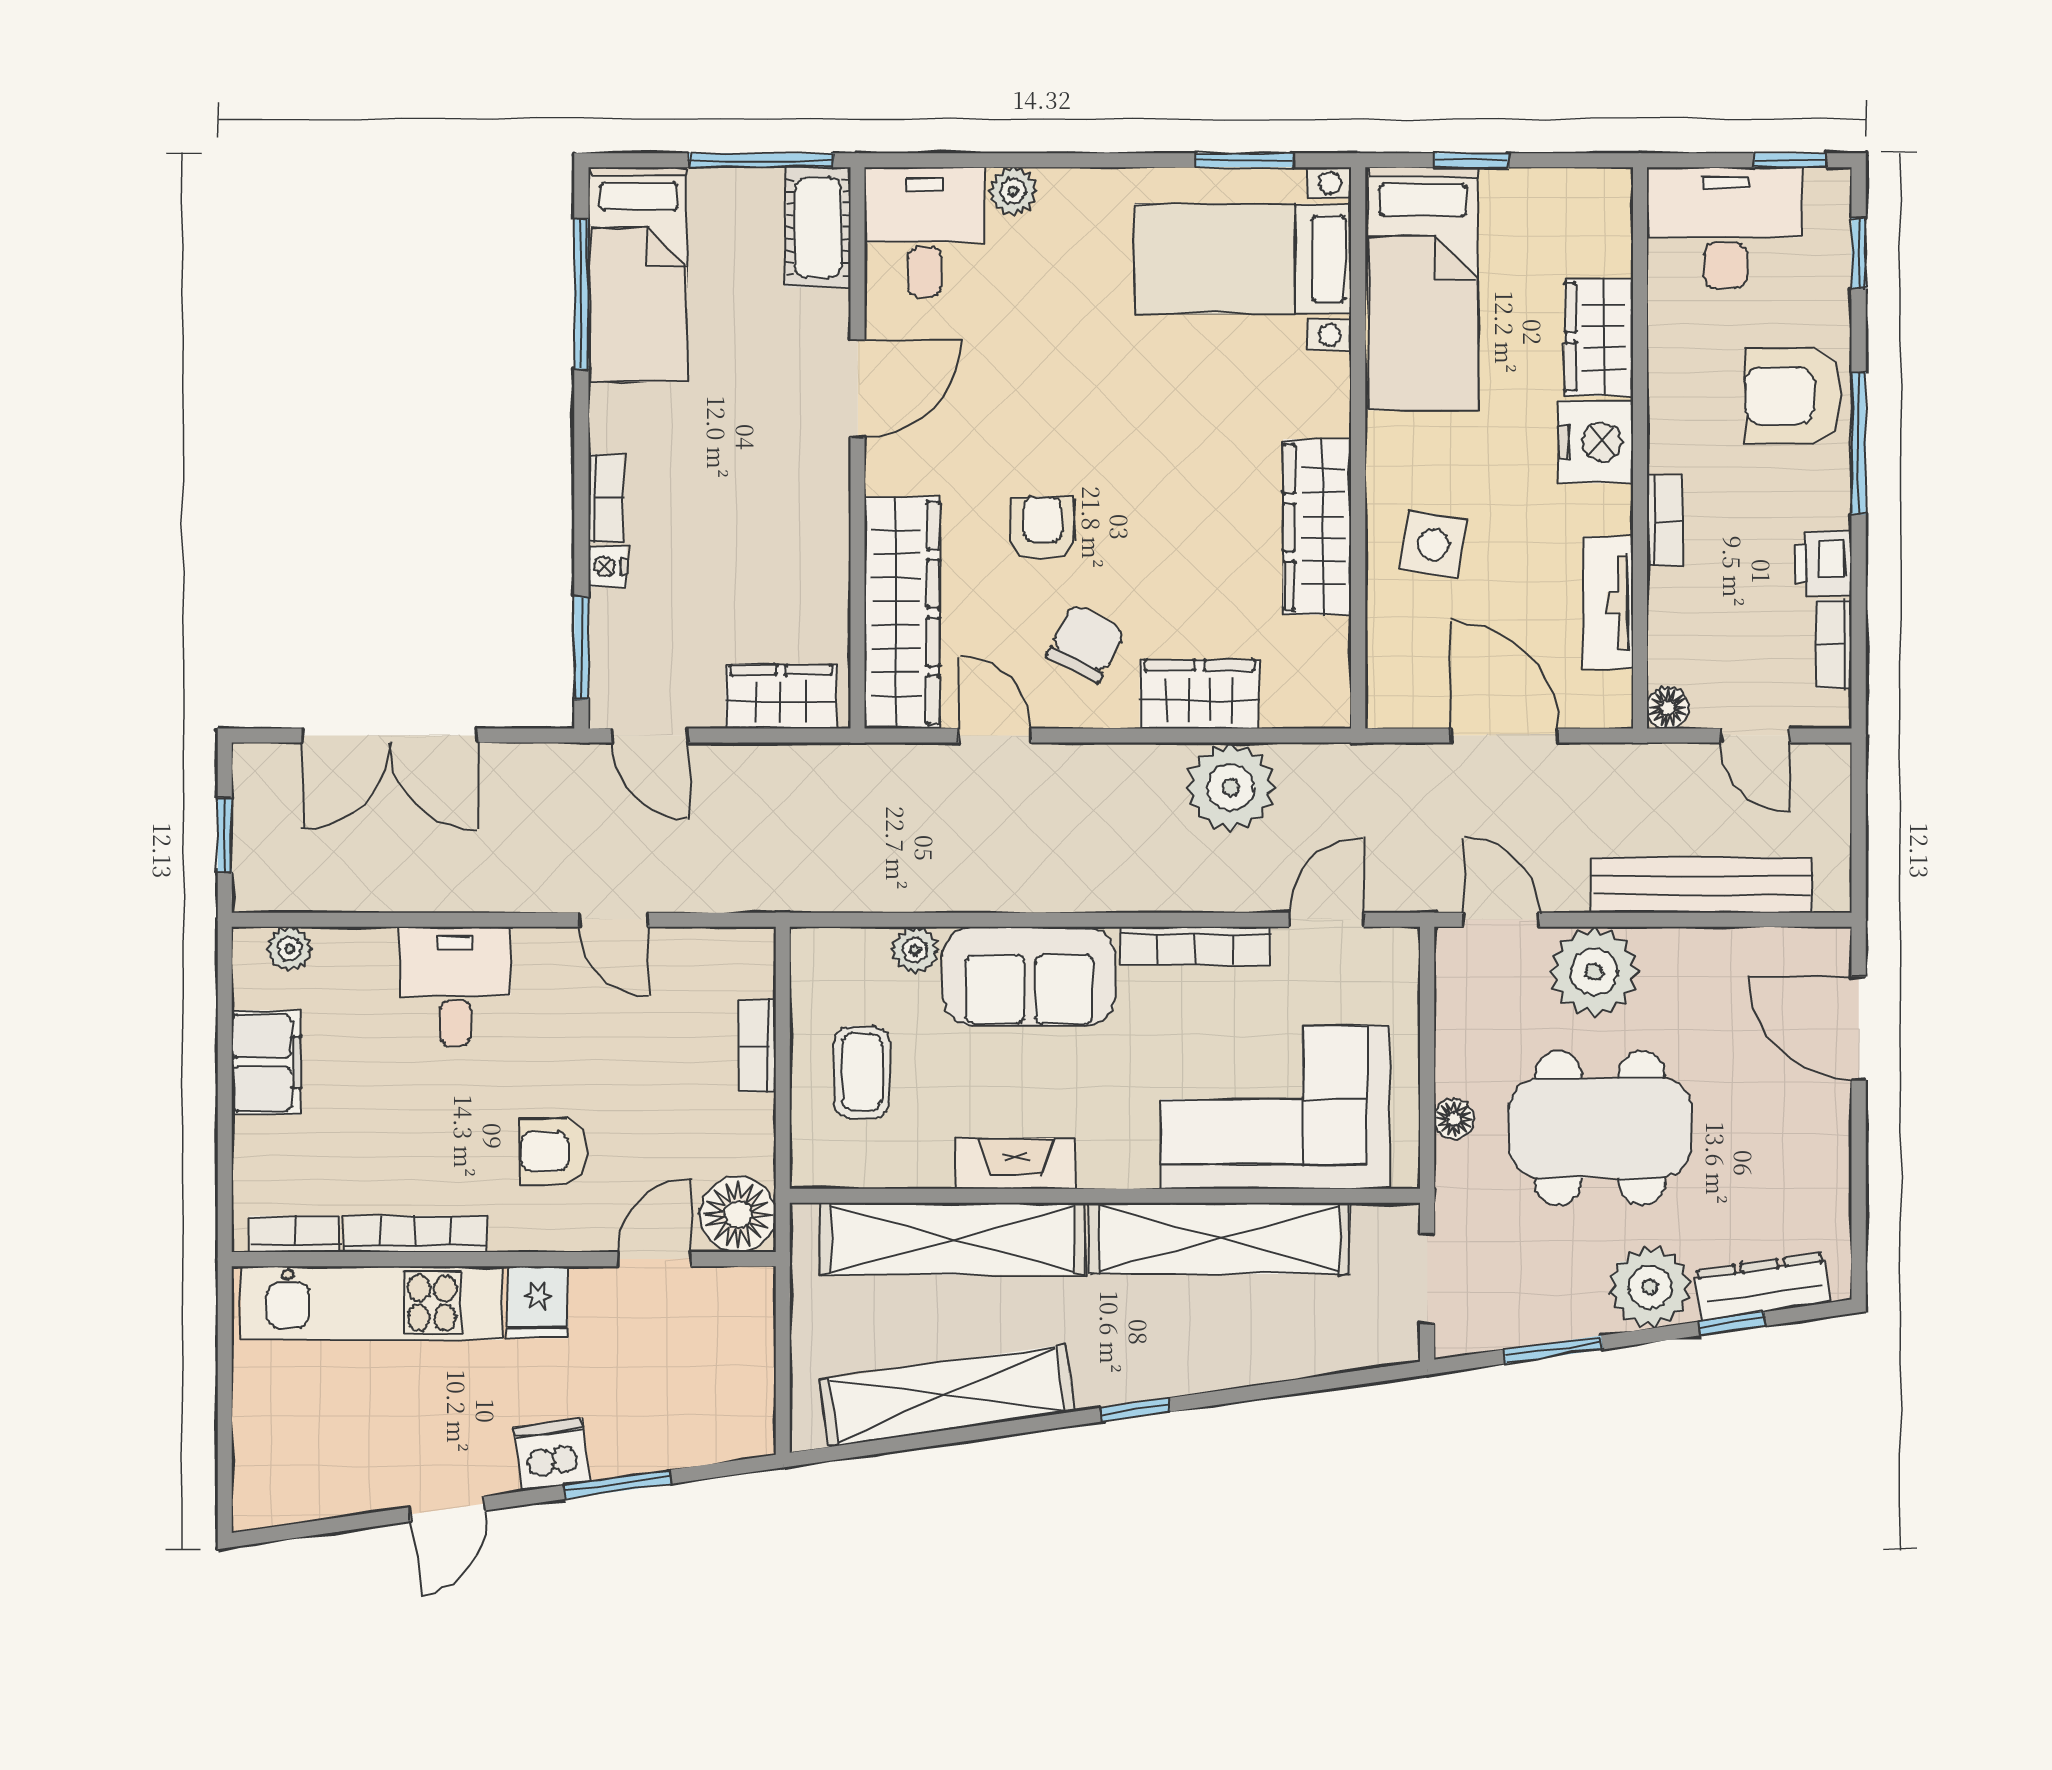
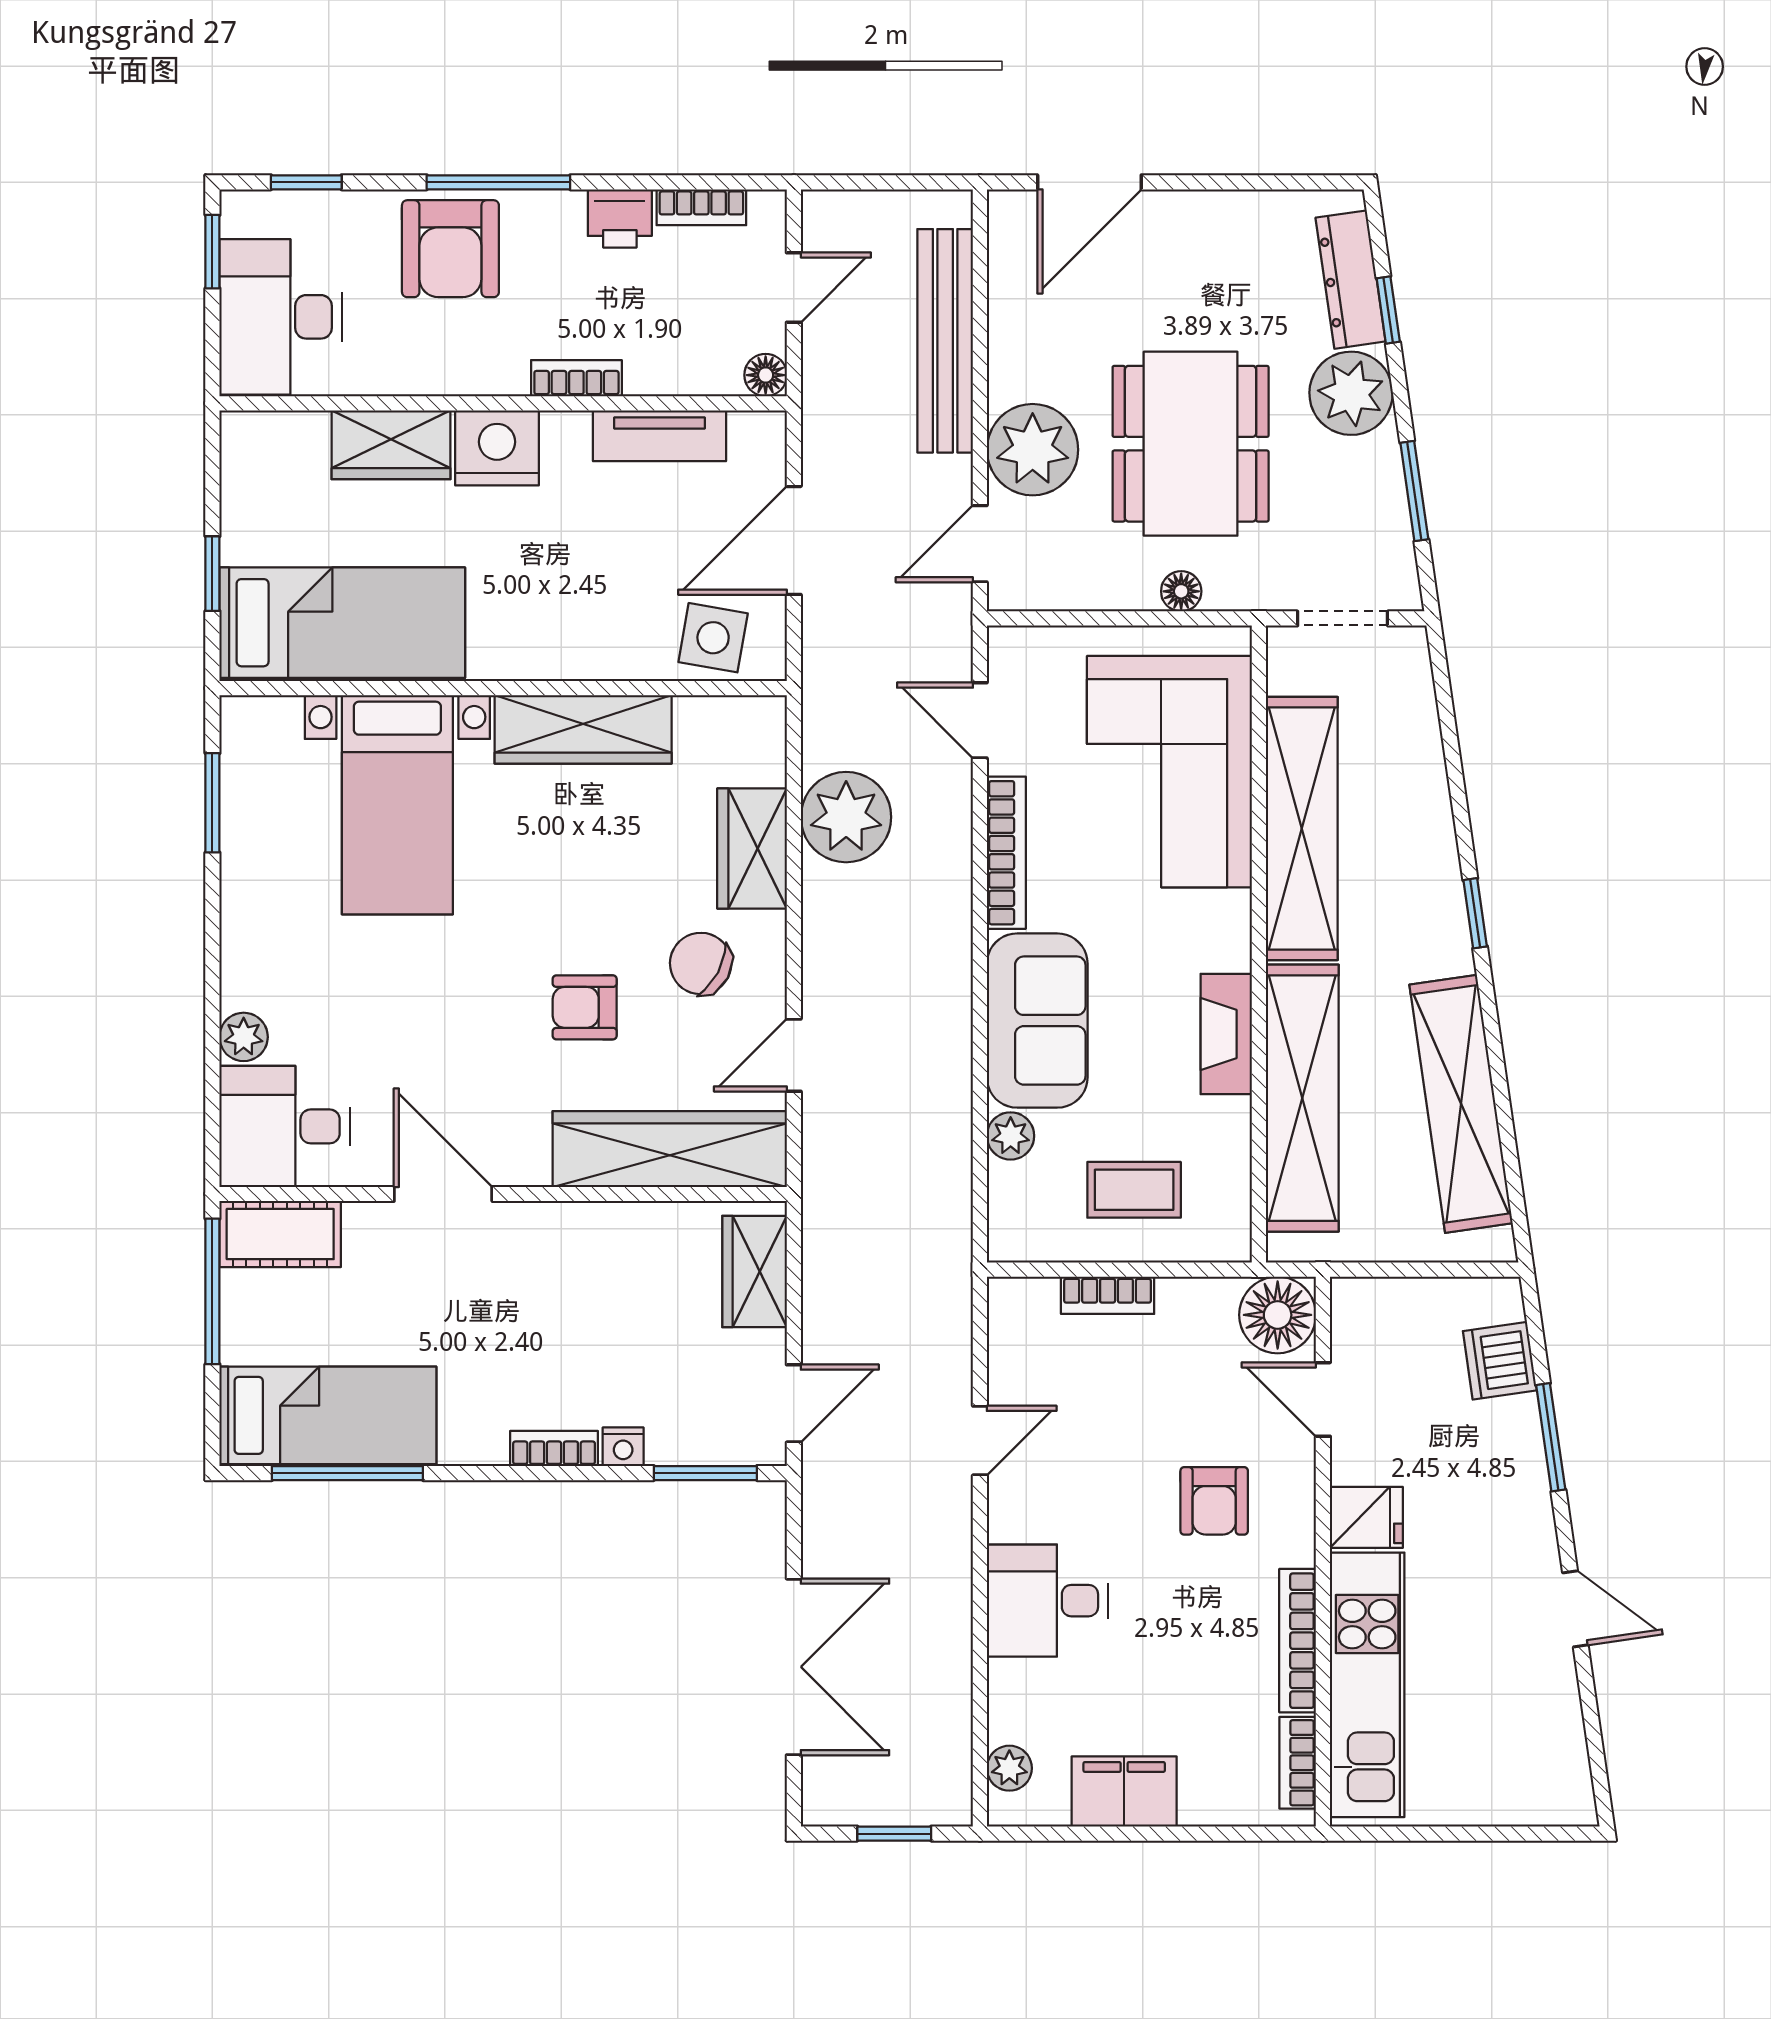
bed with nightstands: (1243, 259) -> (397, 805), moved
side table: (1433, 544) -> (713, 638), moved
dishwasher: (552, 1454) -> (1500, 1361), moved

